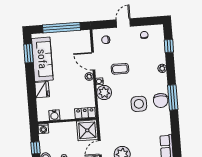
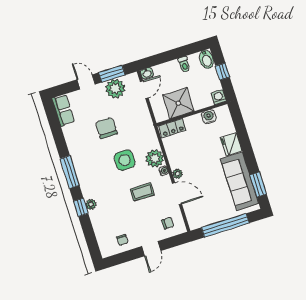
window: (169, 46) -> (81, 207), moved
chair: (161, 101) -> (106, 128), moved
side table: (139, 104) -> (125, 160), moved
shower: (87, 130) -> (178, 103), moved

